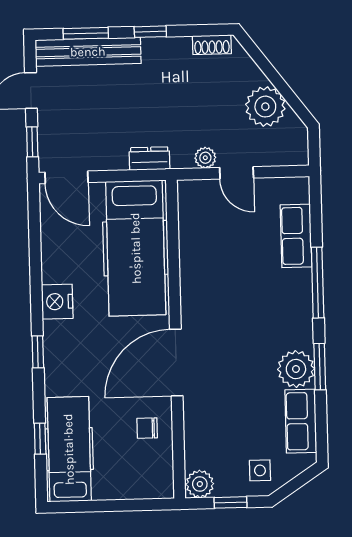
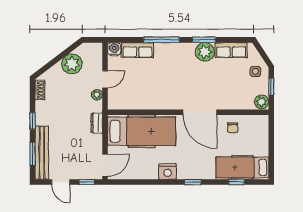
water cooler: (297, 189) -> (114, 49), added

